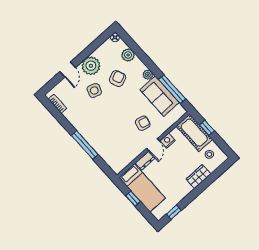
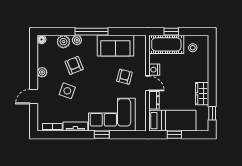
plant: (91, 66) -> (42, 72), width x0.53, depth x0.53
door: (68, 70) -> (34, 97), swing flipped
plant: (148, 75) -> (77, 40), moved
window: (172, 89) -> (92, 32), moved
tv unit: (73, 120) -> (75, 126), added
corner sofa: (106, 139) -> (112, 115), added
window: (85, 145) -> (102, 135), width x0.46
wardrobe: (198, 177) -> (202, 94), moved

